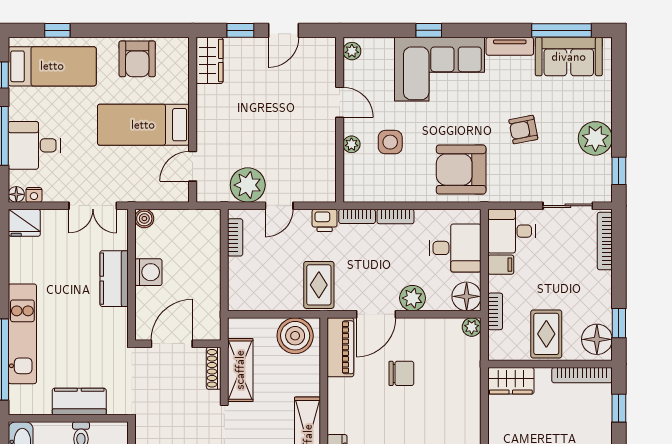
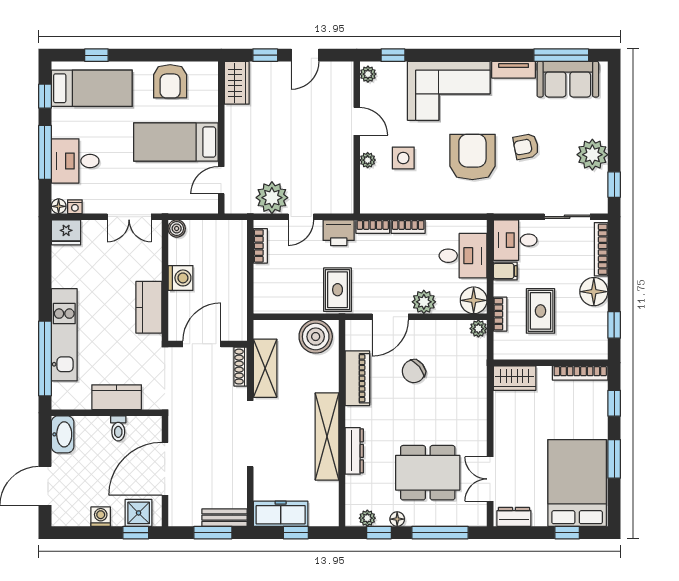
window: (429, 30) -> (393, 55), moved
armchair: (461, 170) -> (472, 157), moved, turned 90
printer: (325, 220) -> (339, 233), width x1.36, depth x1.24
kitchen counter: (114, 279) -> (149, 307), moved
rug: (546, 334) -> (541, 311), moved
floor lamp: (597, 339) -> (594, 292), moved
piano: (340, 347) -> (357, 378), moved
chair: (401, 373) -> (414, 371), turned 141

